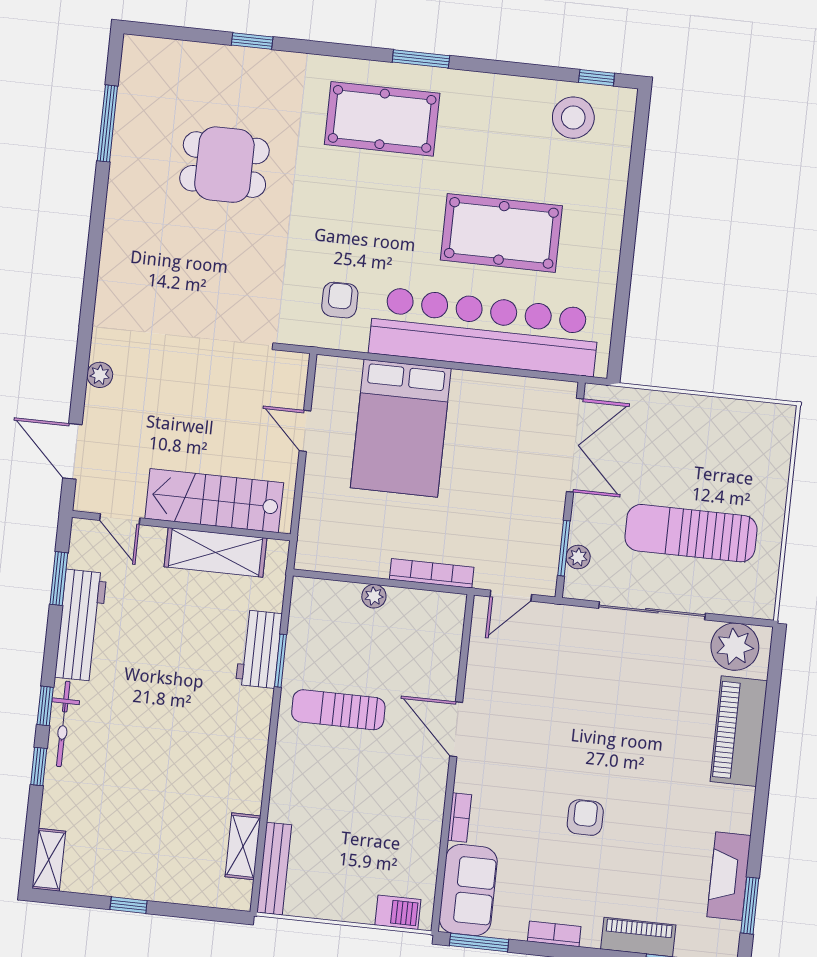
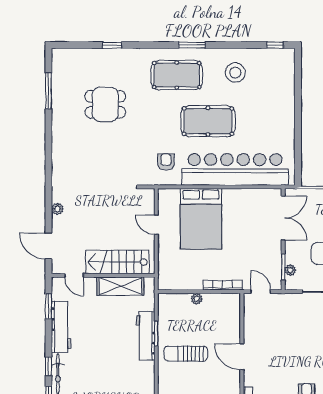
stool: (573, 118) -> (235, 73), moved
pool table: (501, 233) -> (208, 121), moved
door: (511, 596) -> (261, 292), swing flipped
workbench: (259, 649) -> (146, 336), width x1.37

